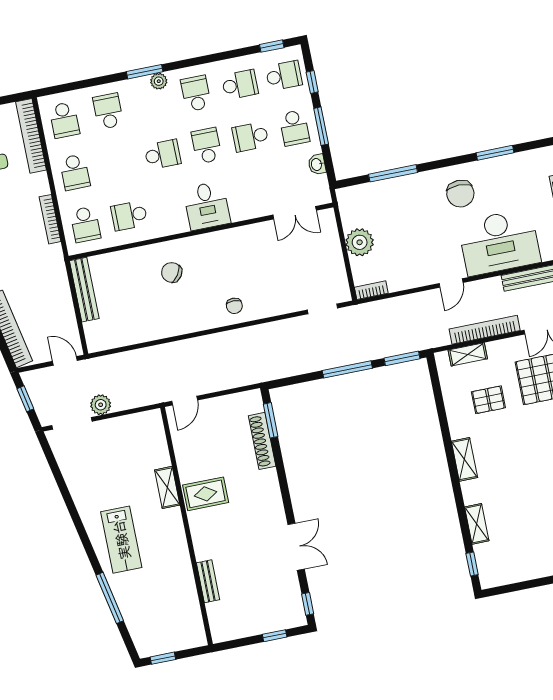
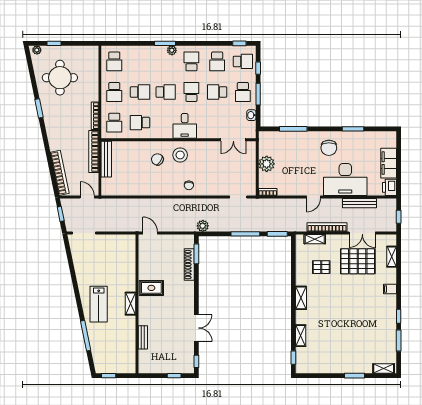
school desk: (240, 85) -> (217, 61), turned 90
school desk: (108, 111) -> (140, 92), moved, turned 90
bookcase: (31, 136) -> (94, 152), moved
stool: (209, 257) -> (180, 155), added
door: (185, 401) -> (150, 233), swing flipped
plant: (101, 405) -> (203, 226), moved
shelving: (167, 487) -> (130, 304), moved

